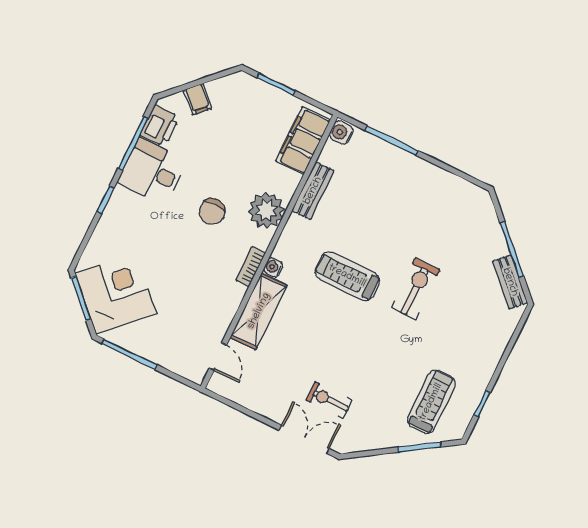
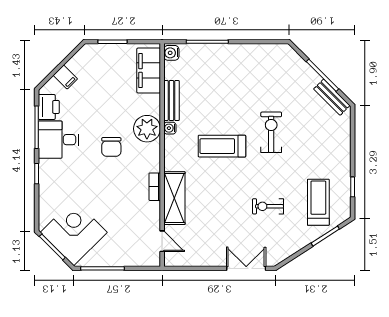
bookcase: (251, 267) -> (155, 187), moved
water cooler: (273, 267) -> (170, 128), moved
exercise bike: (329, 400) -> (268, 206), moved

